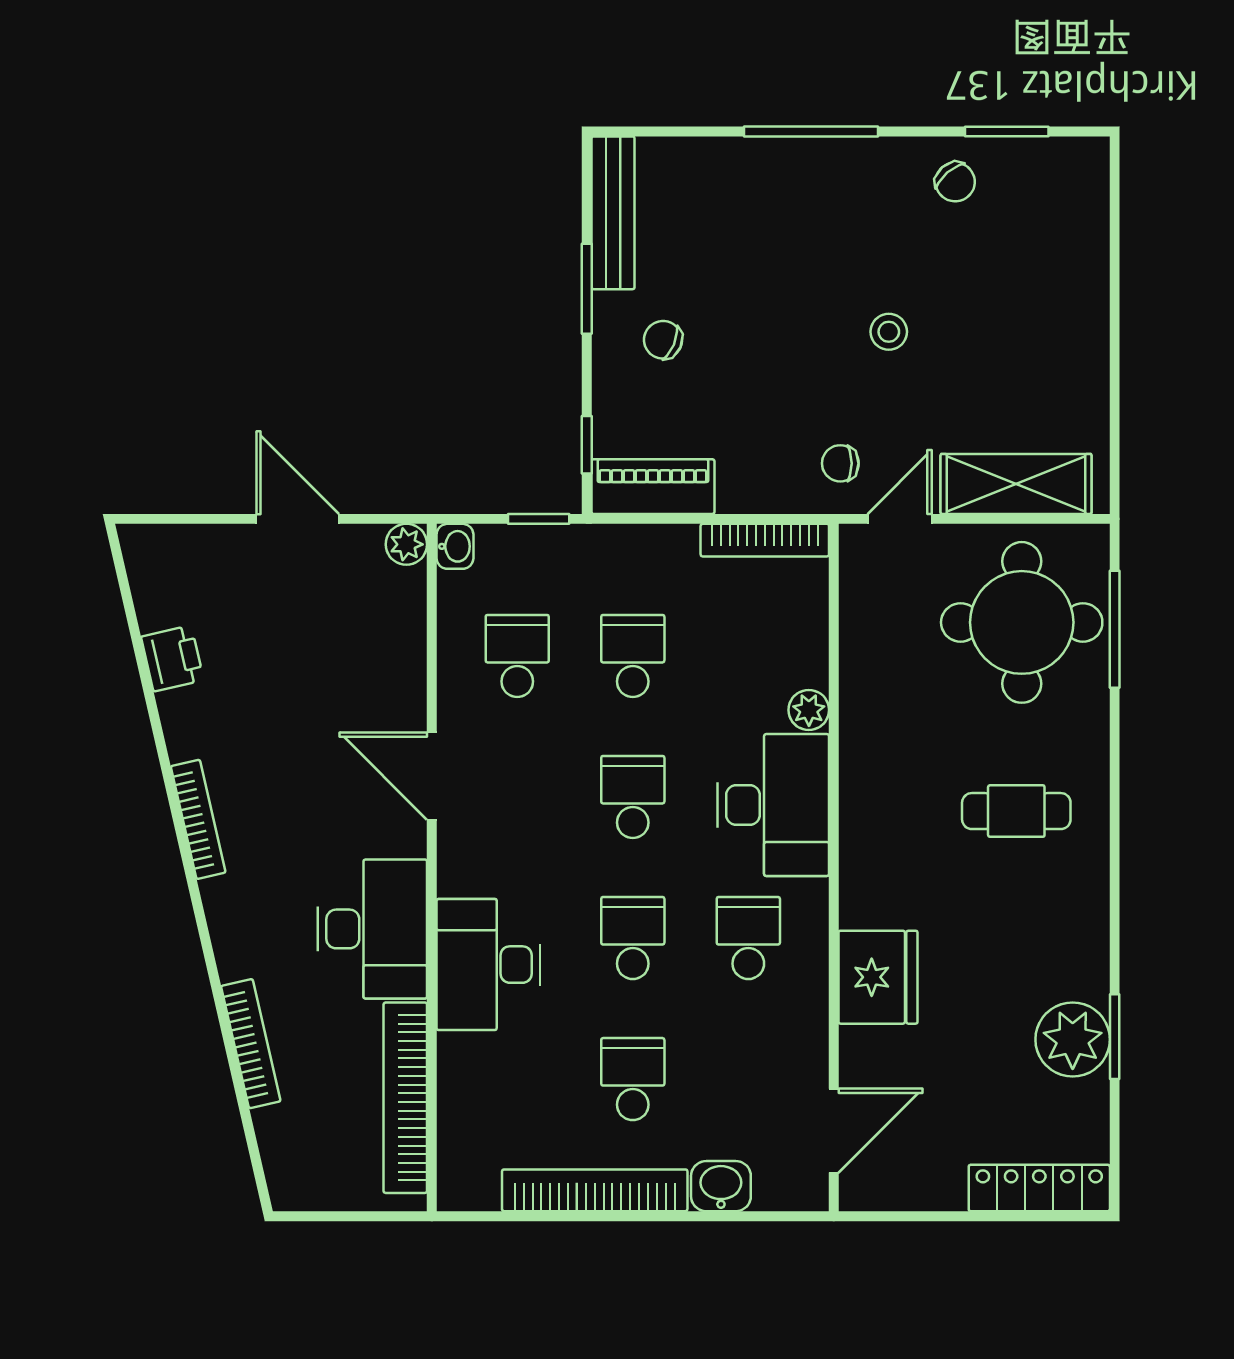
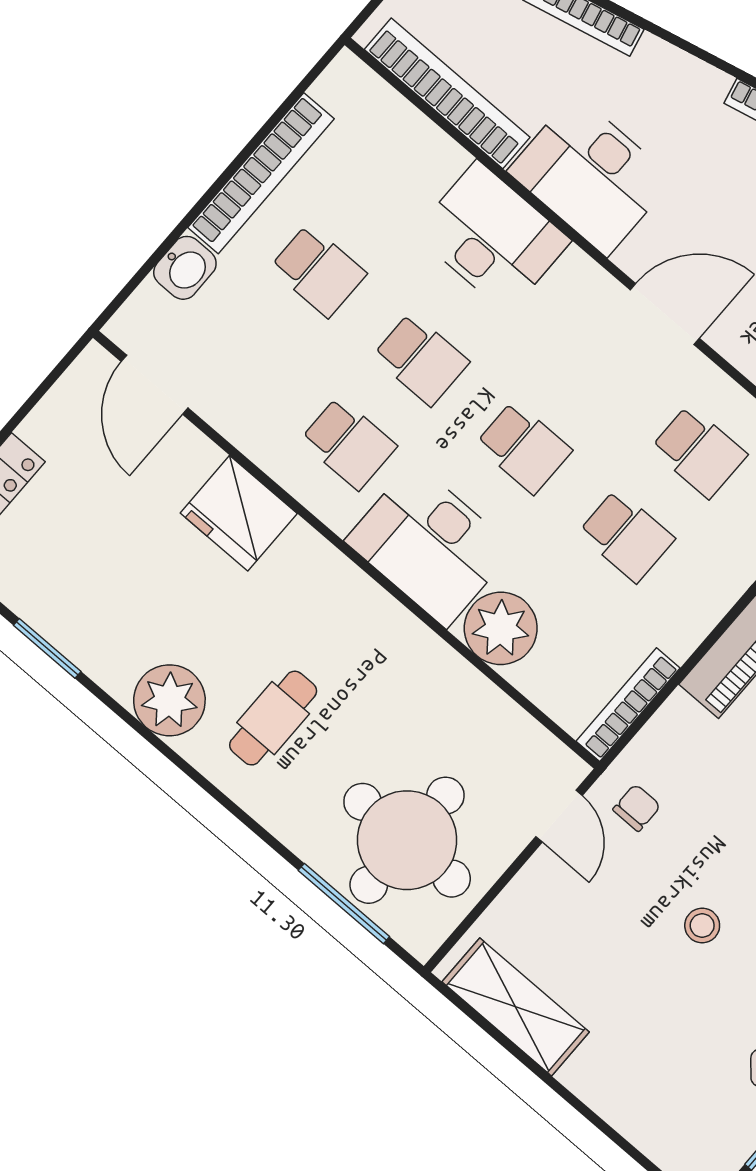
shelving: (1016, 484) -> (516, 1007), moved, turned 90
plant: (809, 710) -> (501, 628), width x1.88, depth x1.88
plant: (1073, 1039) -> (169, 700), moved

